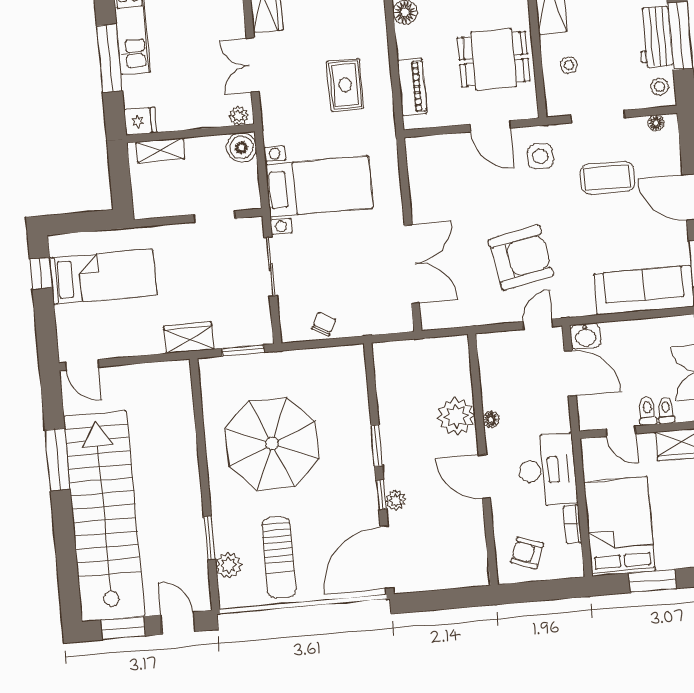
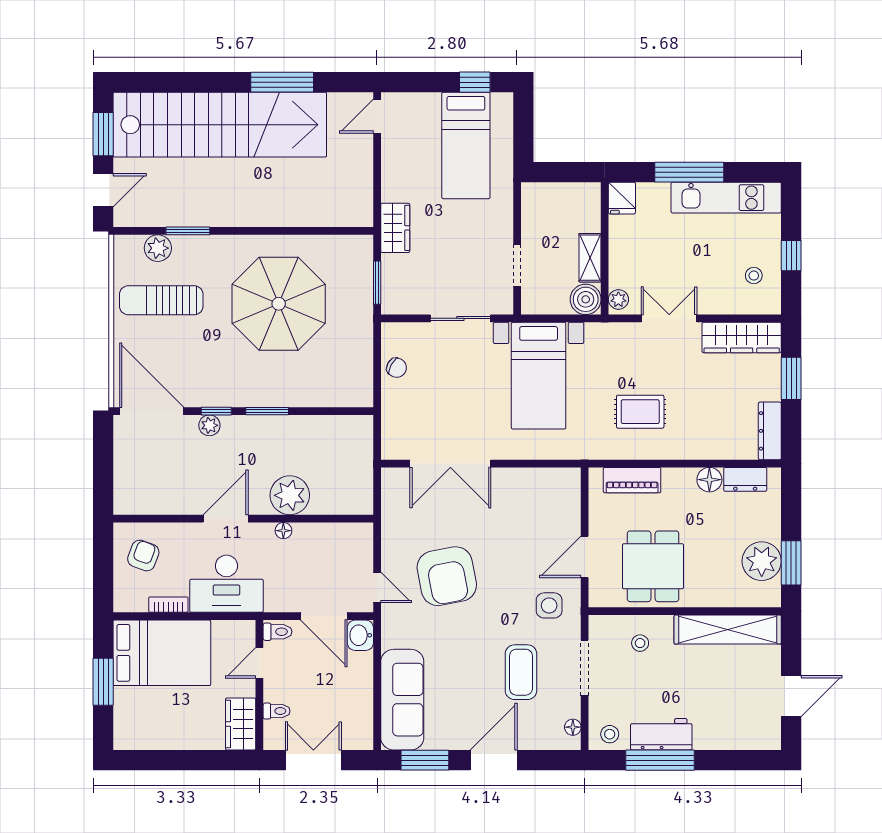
shelving: (160, 150) -> (590, 258), moved
door: (570, 373) -> (324, 616), hinge flipped
toilet: (647, 411) -> (278, 632), moved

